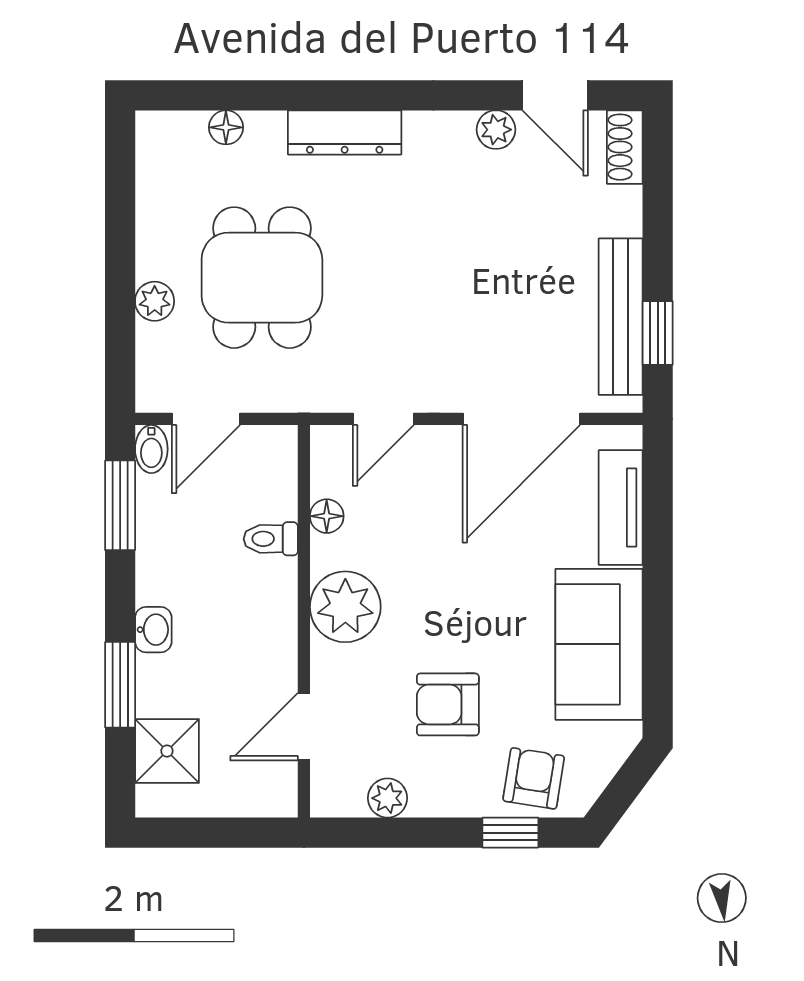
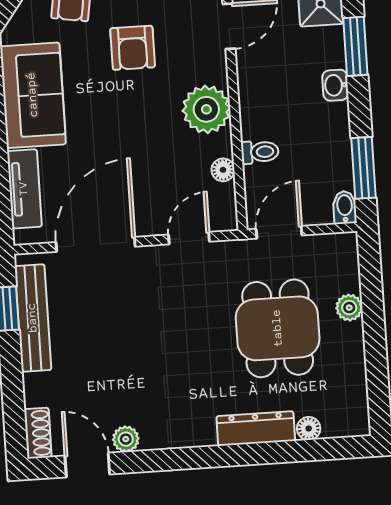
dresser: (345, 132) -> (256, 429), moved
door: (206, 419) -> (279, 232), moved
armchair: (448, 704) -> (133, 48), turned 90

